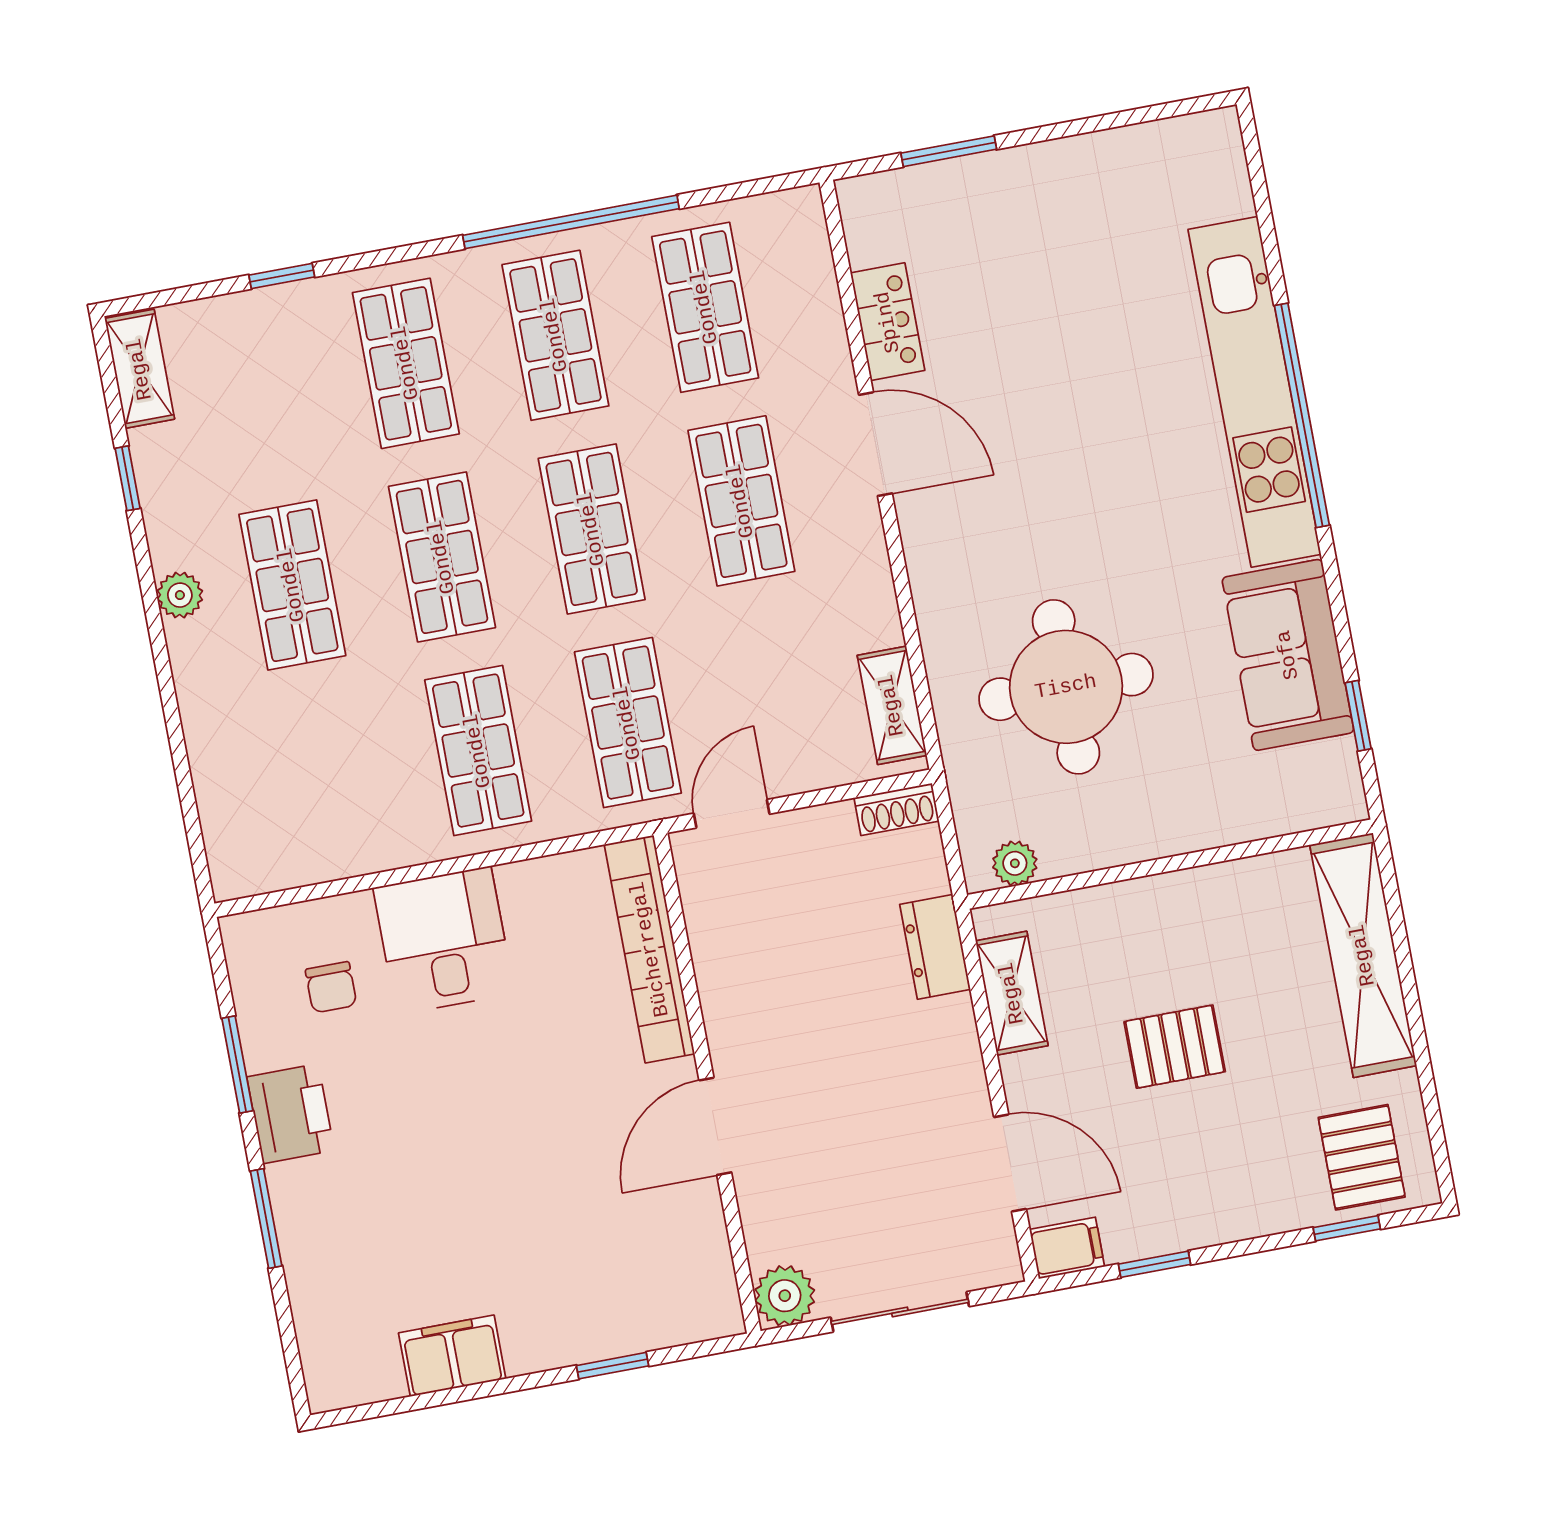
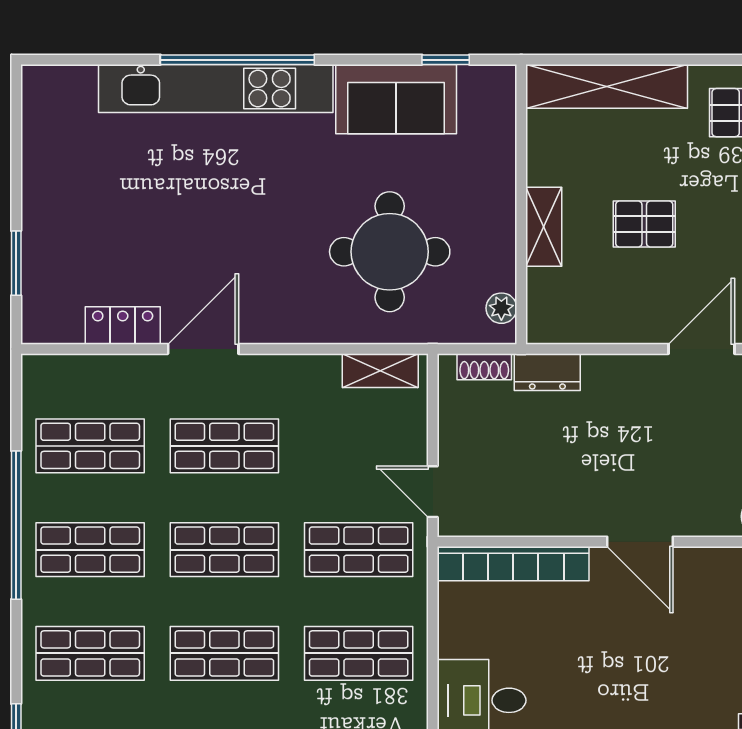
shoe rack: (896, 809) -> (484, 367), moved, turned 90
shelving: (1012, 993) -> (544, 227), moved, turned 90
pallet: (1175, 1047) -> (644, 224), turned 90

